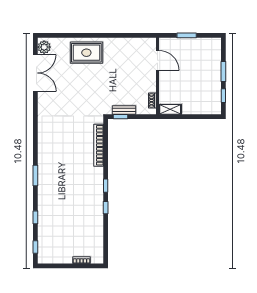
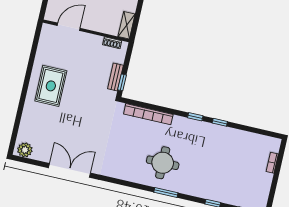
rug: (86, 53) -> (51, 86), moved
double door: (35, 73) -> (70, 170), moved
round table: (60, 167) -> (163, 163), added

